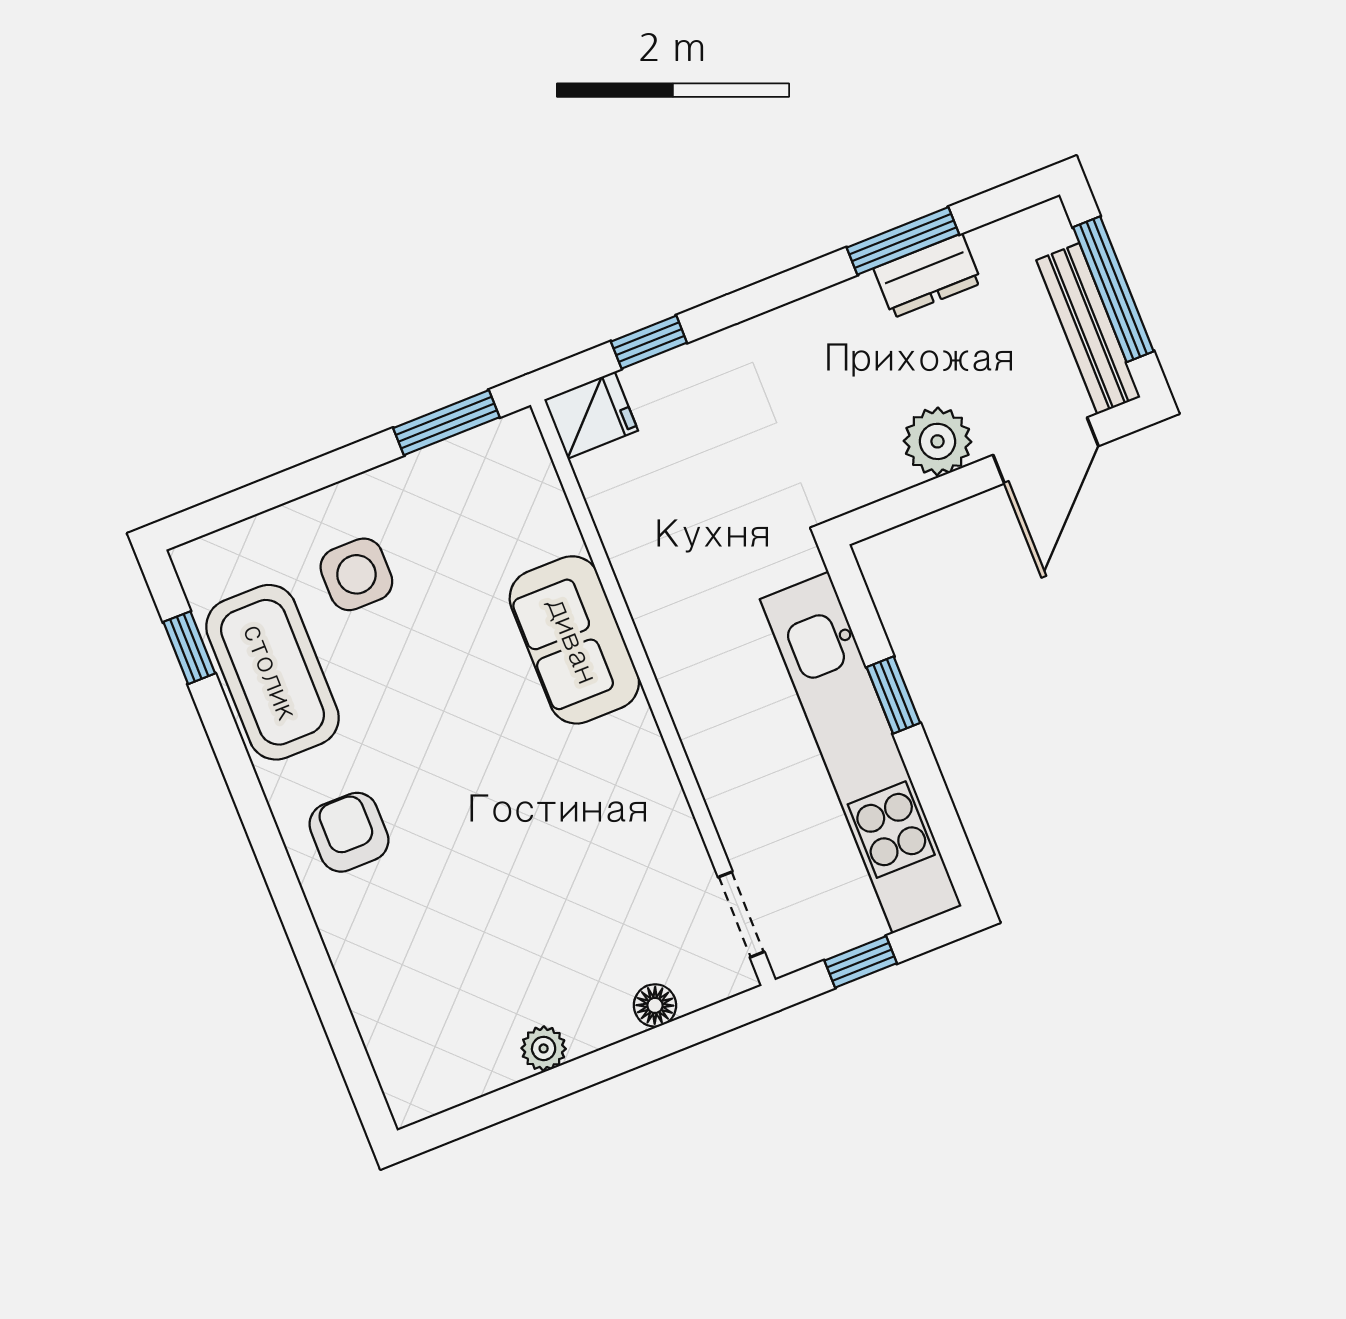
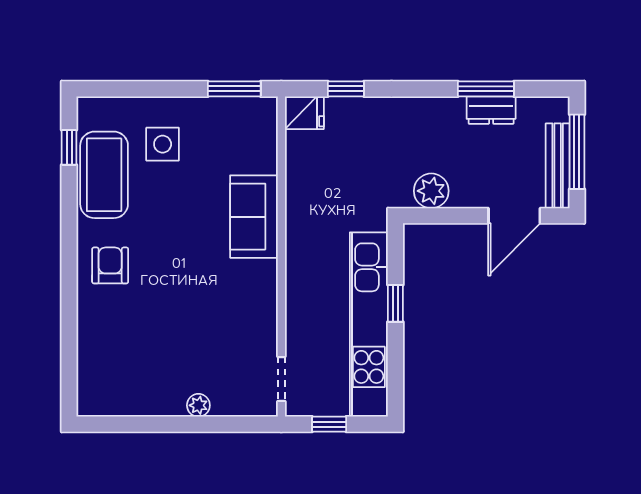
plant: (937, 441) -> (431, 191), moved
floor lamp: (655, 1005) -> (223, 406), removed
plant: (544, 1048) -> (198, 405), moved

